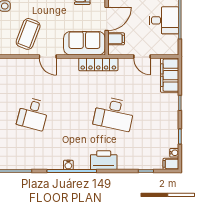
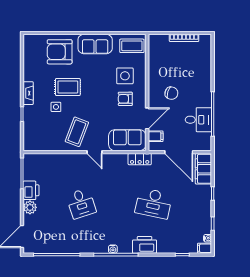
door: (142, 57) -> (179, 152), width x1.88
locker: (98, 64) -> (140, 159), width x0.66
desk: (33, 114) -> (81, 203), turned -33

